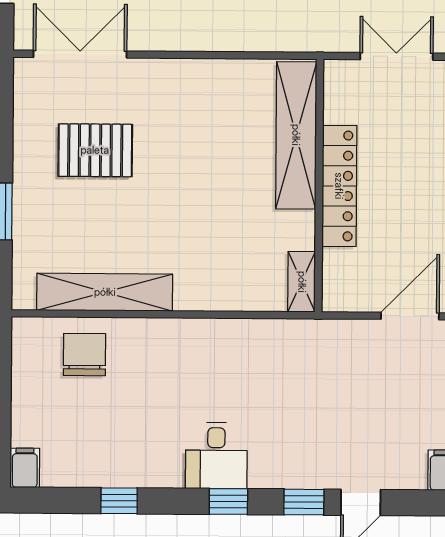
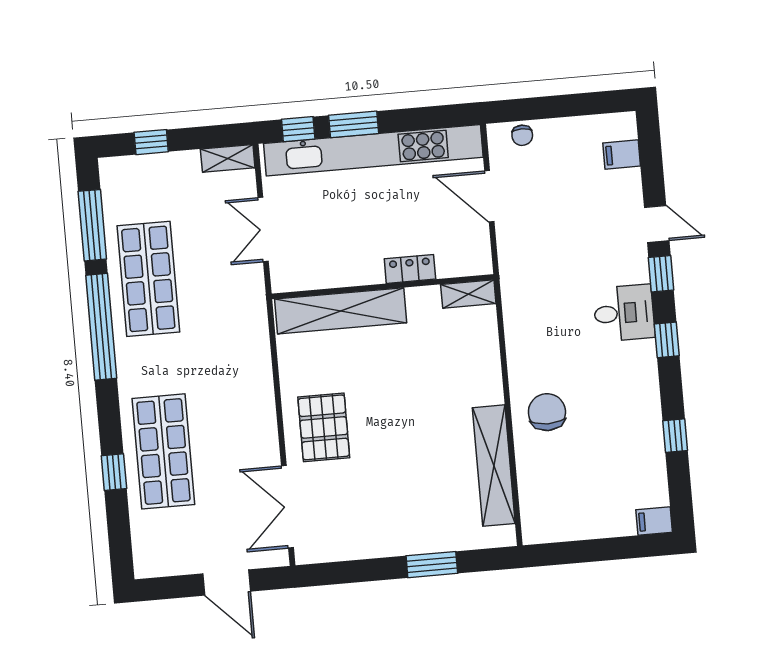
pallet: (95, 150) -> (324, 427), moved
locker: (339, 186) -> (410, 269), width x0.46, depth x0.83
chair: (84, 355) -> (547, 412), moved, turned 90
desk: (216, 456) -> (624, 313), moved

